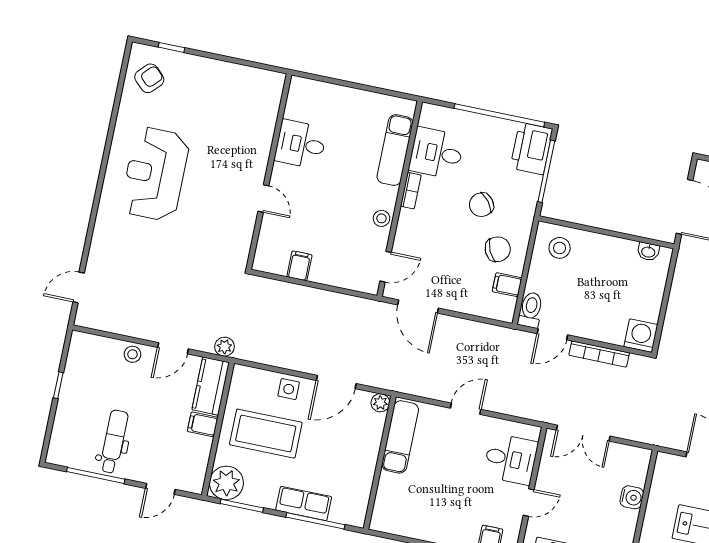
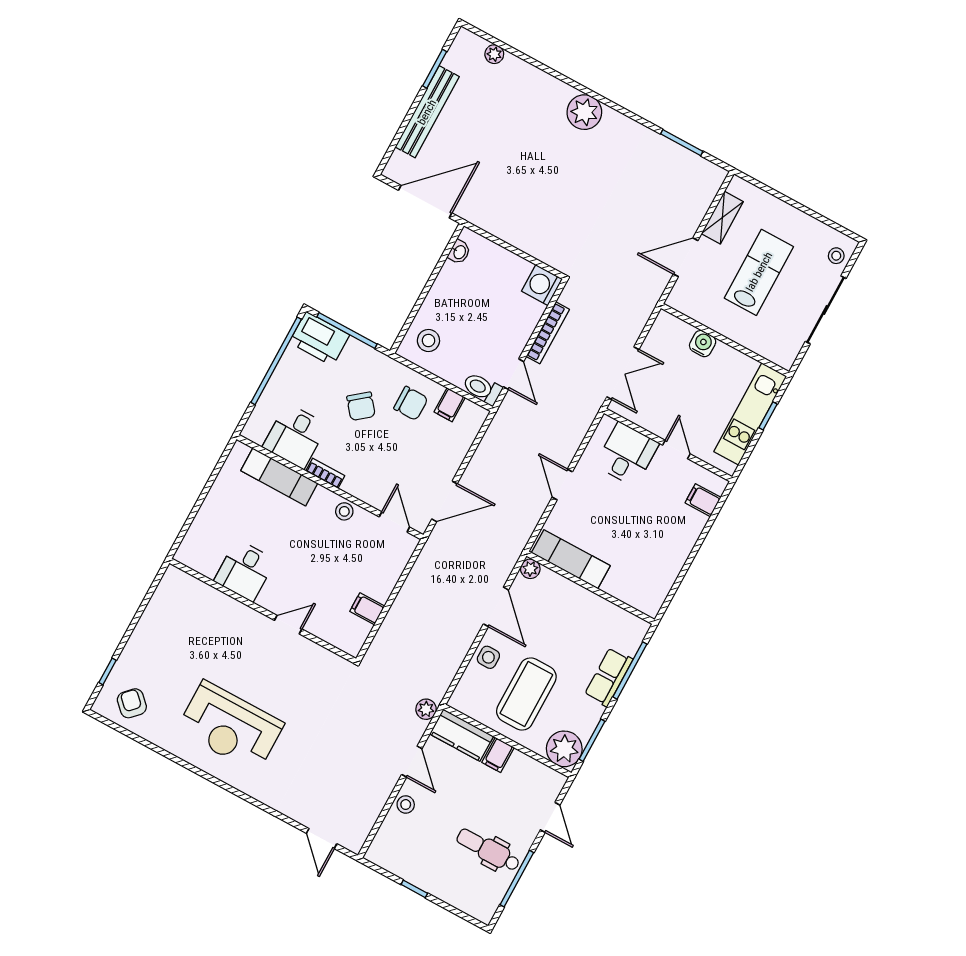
chair: (498, 249) -> (411, 403), turned 115

